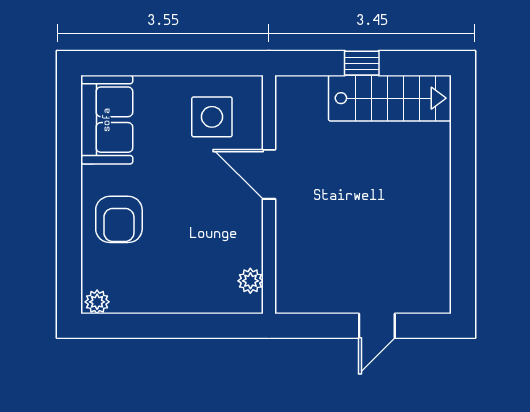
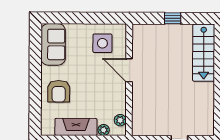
stairs: (390, 98) -> (204, 53), moved, turned 90
fireplace: (156, 295) -> (76, 127), added
plant: (97, 302) -> (104, 130), moved

